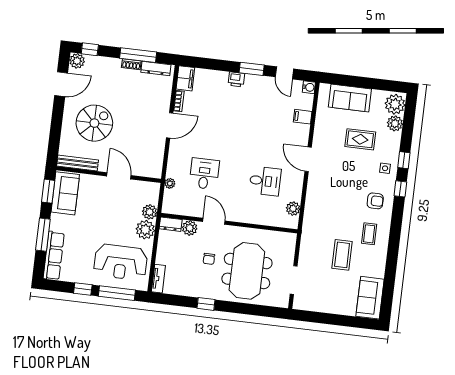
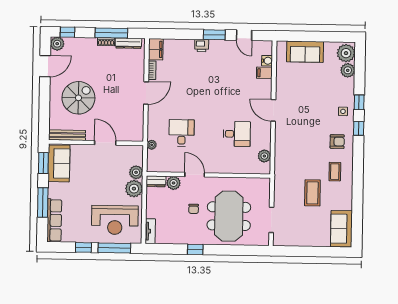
water cooler: (309, 87) -> (267, 61), moved
rug: (360, 139) -> (318, 88), removed

